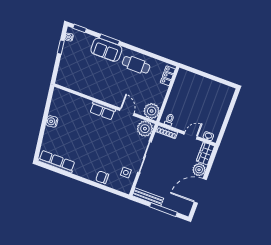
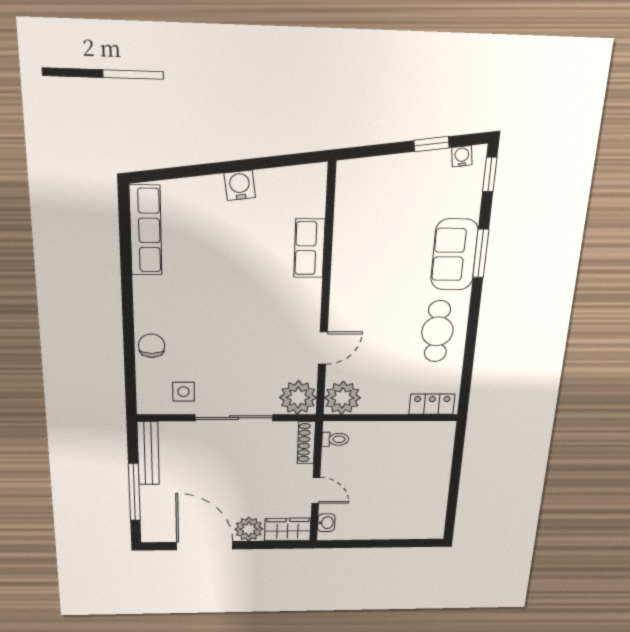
row of seats: (103, 111) -> (309, 248), moved

